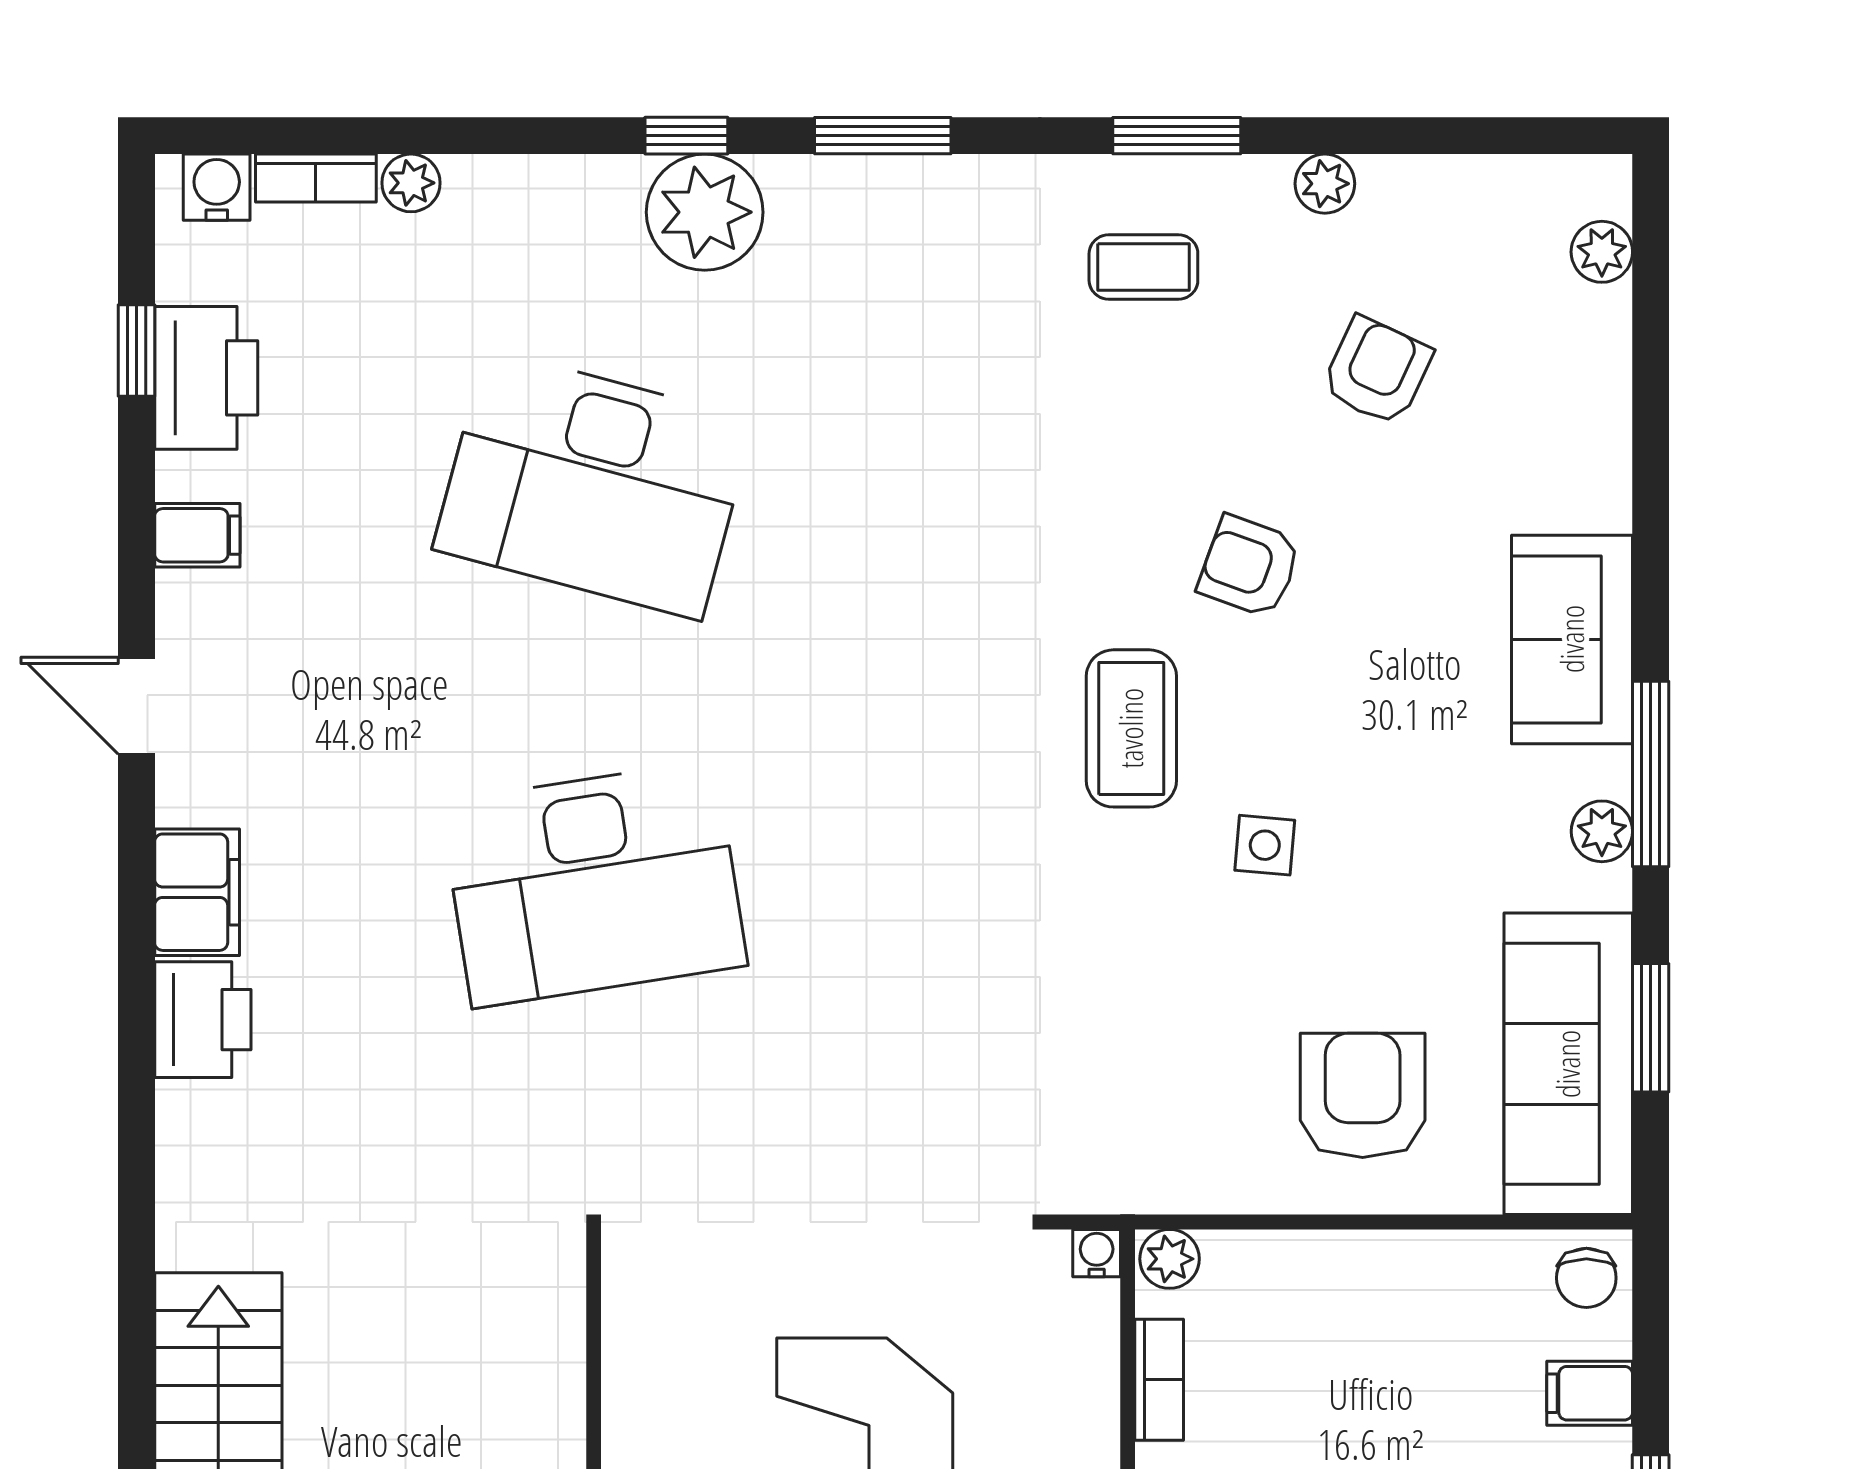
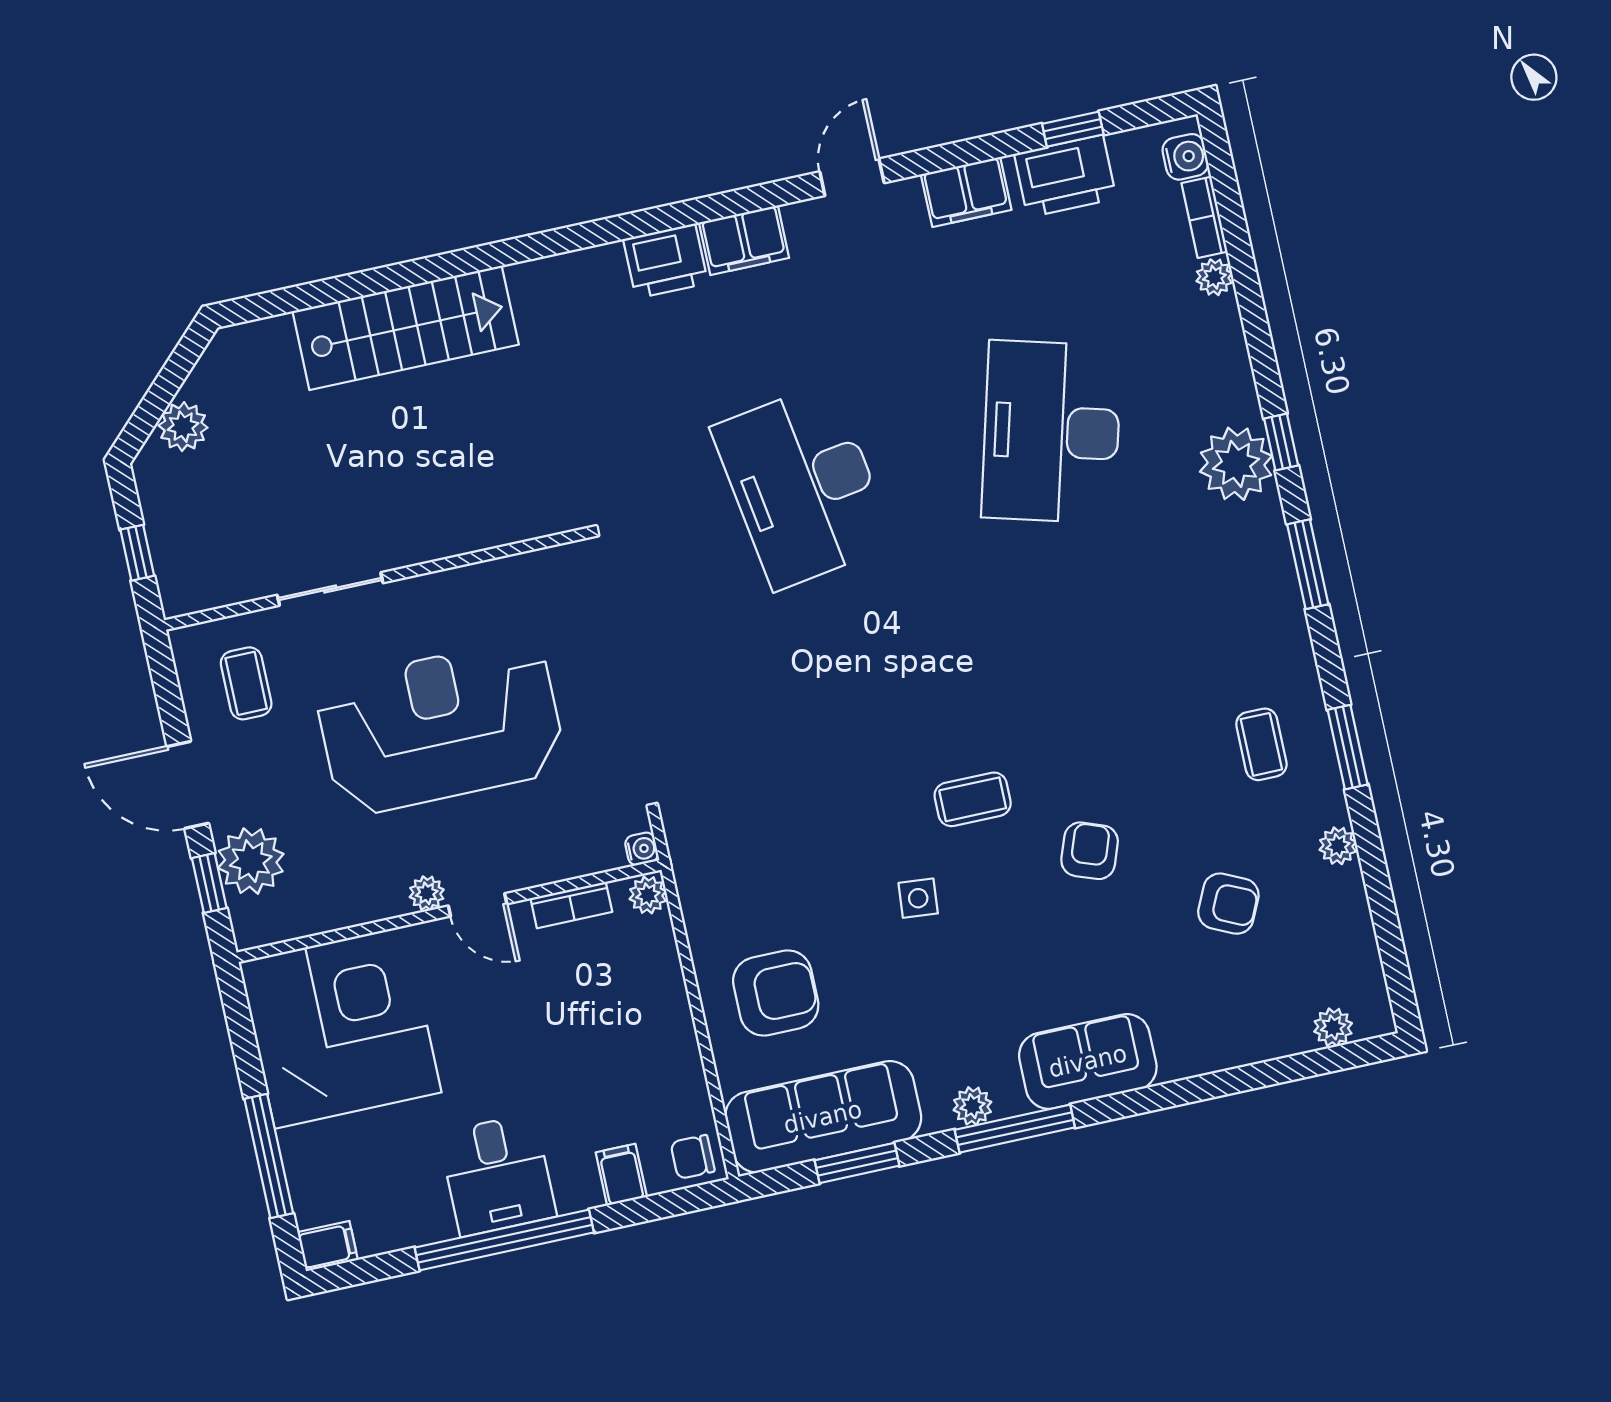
filing cabinet: (197, 535) -> (966, 192), width x2.00
coffee table: (1131, 728) -> (973, 799), width x0.73, depth x0.77

